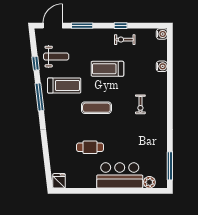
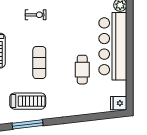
treadmill: (64, 86) -> (28, 101), moved, turned 90
bar counter: (120, 175) -> (113, 46), width x1.36

